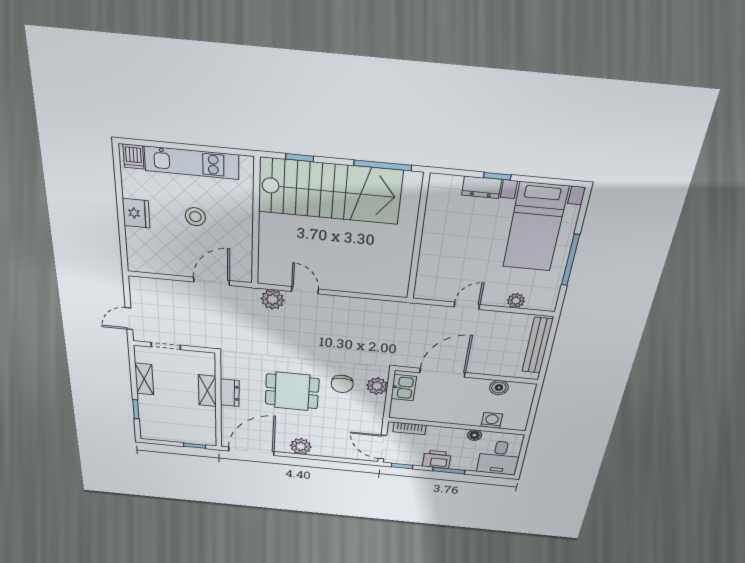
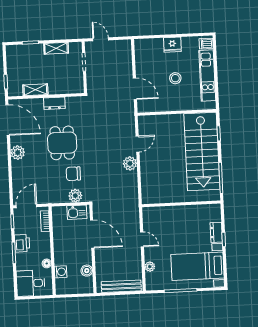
plant: (273, 299) -> (130, 163), moved
shelving: (207, 391) -> (35, 90), moved

